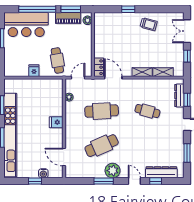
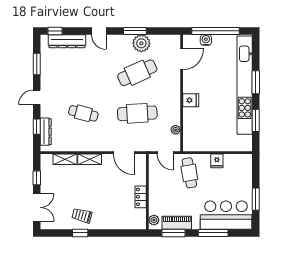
window: (37, 9) -> (213, 233), width x0.68
window: (128, 9) -> (80, 233), moved
locker: (99, 67) -> (141, 197), moved
door: (78, 78) -> (165, 153), hinge flipped
door: (64, 157) -> (182, 59), hinge flipped
plant: (113, 171) -> (141, 43), moved
window: (35, 181) -> (216, 31), width x3.17
window: (156, 181) -> (55, 31), moved

